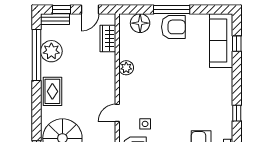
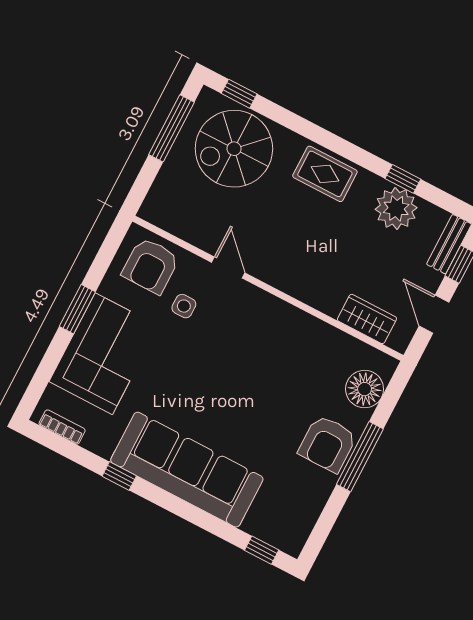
sofa: (221, 41) -> (187, 470), moved, width x1.36, depth x1.27
window: (237, 44) -> (262, 550), moved
window: (36, 55) -> (403, 179), width x0.32
plant: (126, 68) -> (299, 324), removed

